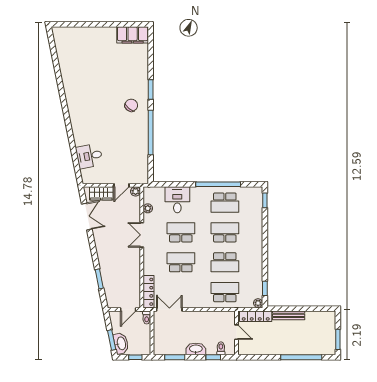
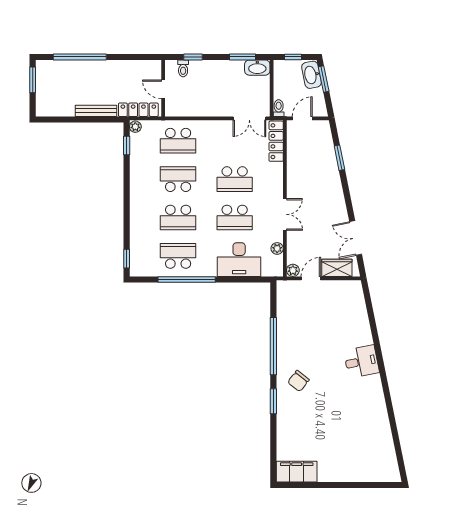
desk: (89, 156) -> (361, 362), moved
desk: (177, 200) -> (239, 260), width x1.37
washbasin: (196, 349) -> (257, 68), moved

